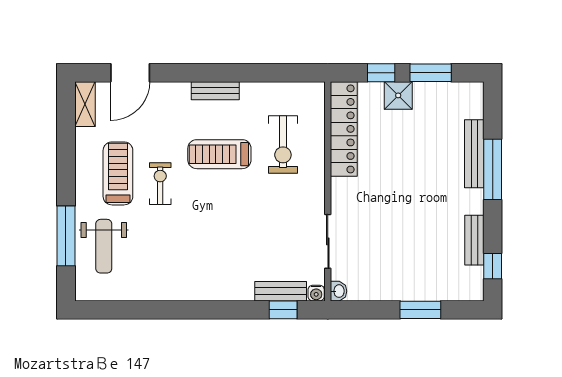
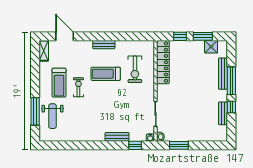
door: (130, 73) -> (65, 36), swing flipped
shower: (398, 95) -> (211, 47), moved
treadmill: (118, 173) -> (59, 83), turned 180
window: (493, 266) -> (231, 107), moved
bench: (281, 291) -> (117, 137), moved
window: (420, 310) -> (179, 145), moved

